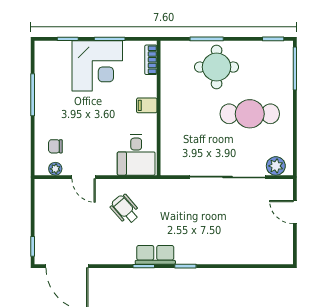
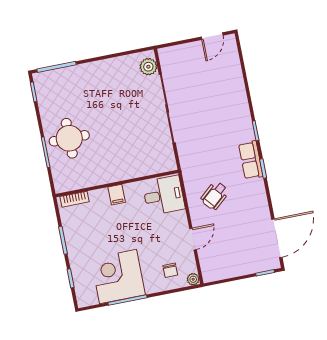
corner desk: (97, 66) -> (118, 277), moved, turned -90
cafe table: (250, 114) -> (106, 100), removed
plant: (55, 169) -> (193, 279), moved
door: (295, 212) -> (212, 36), moved

